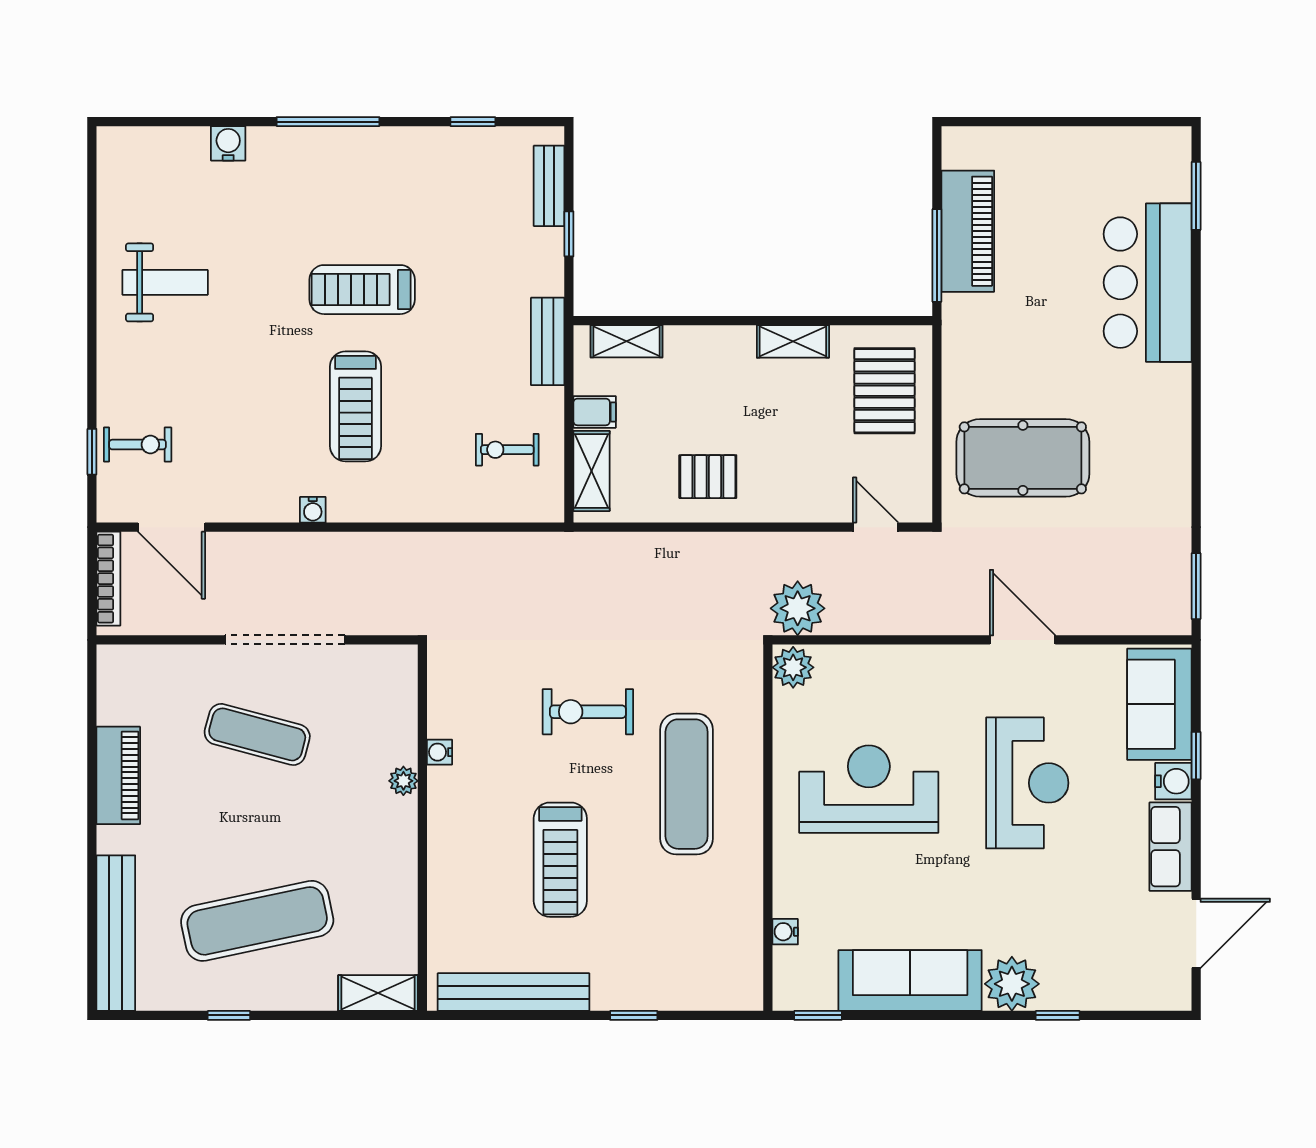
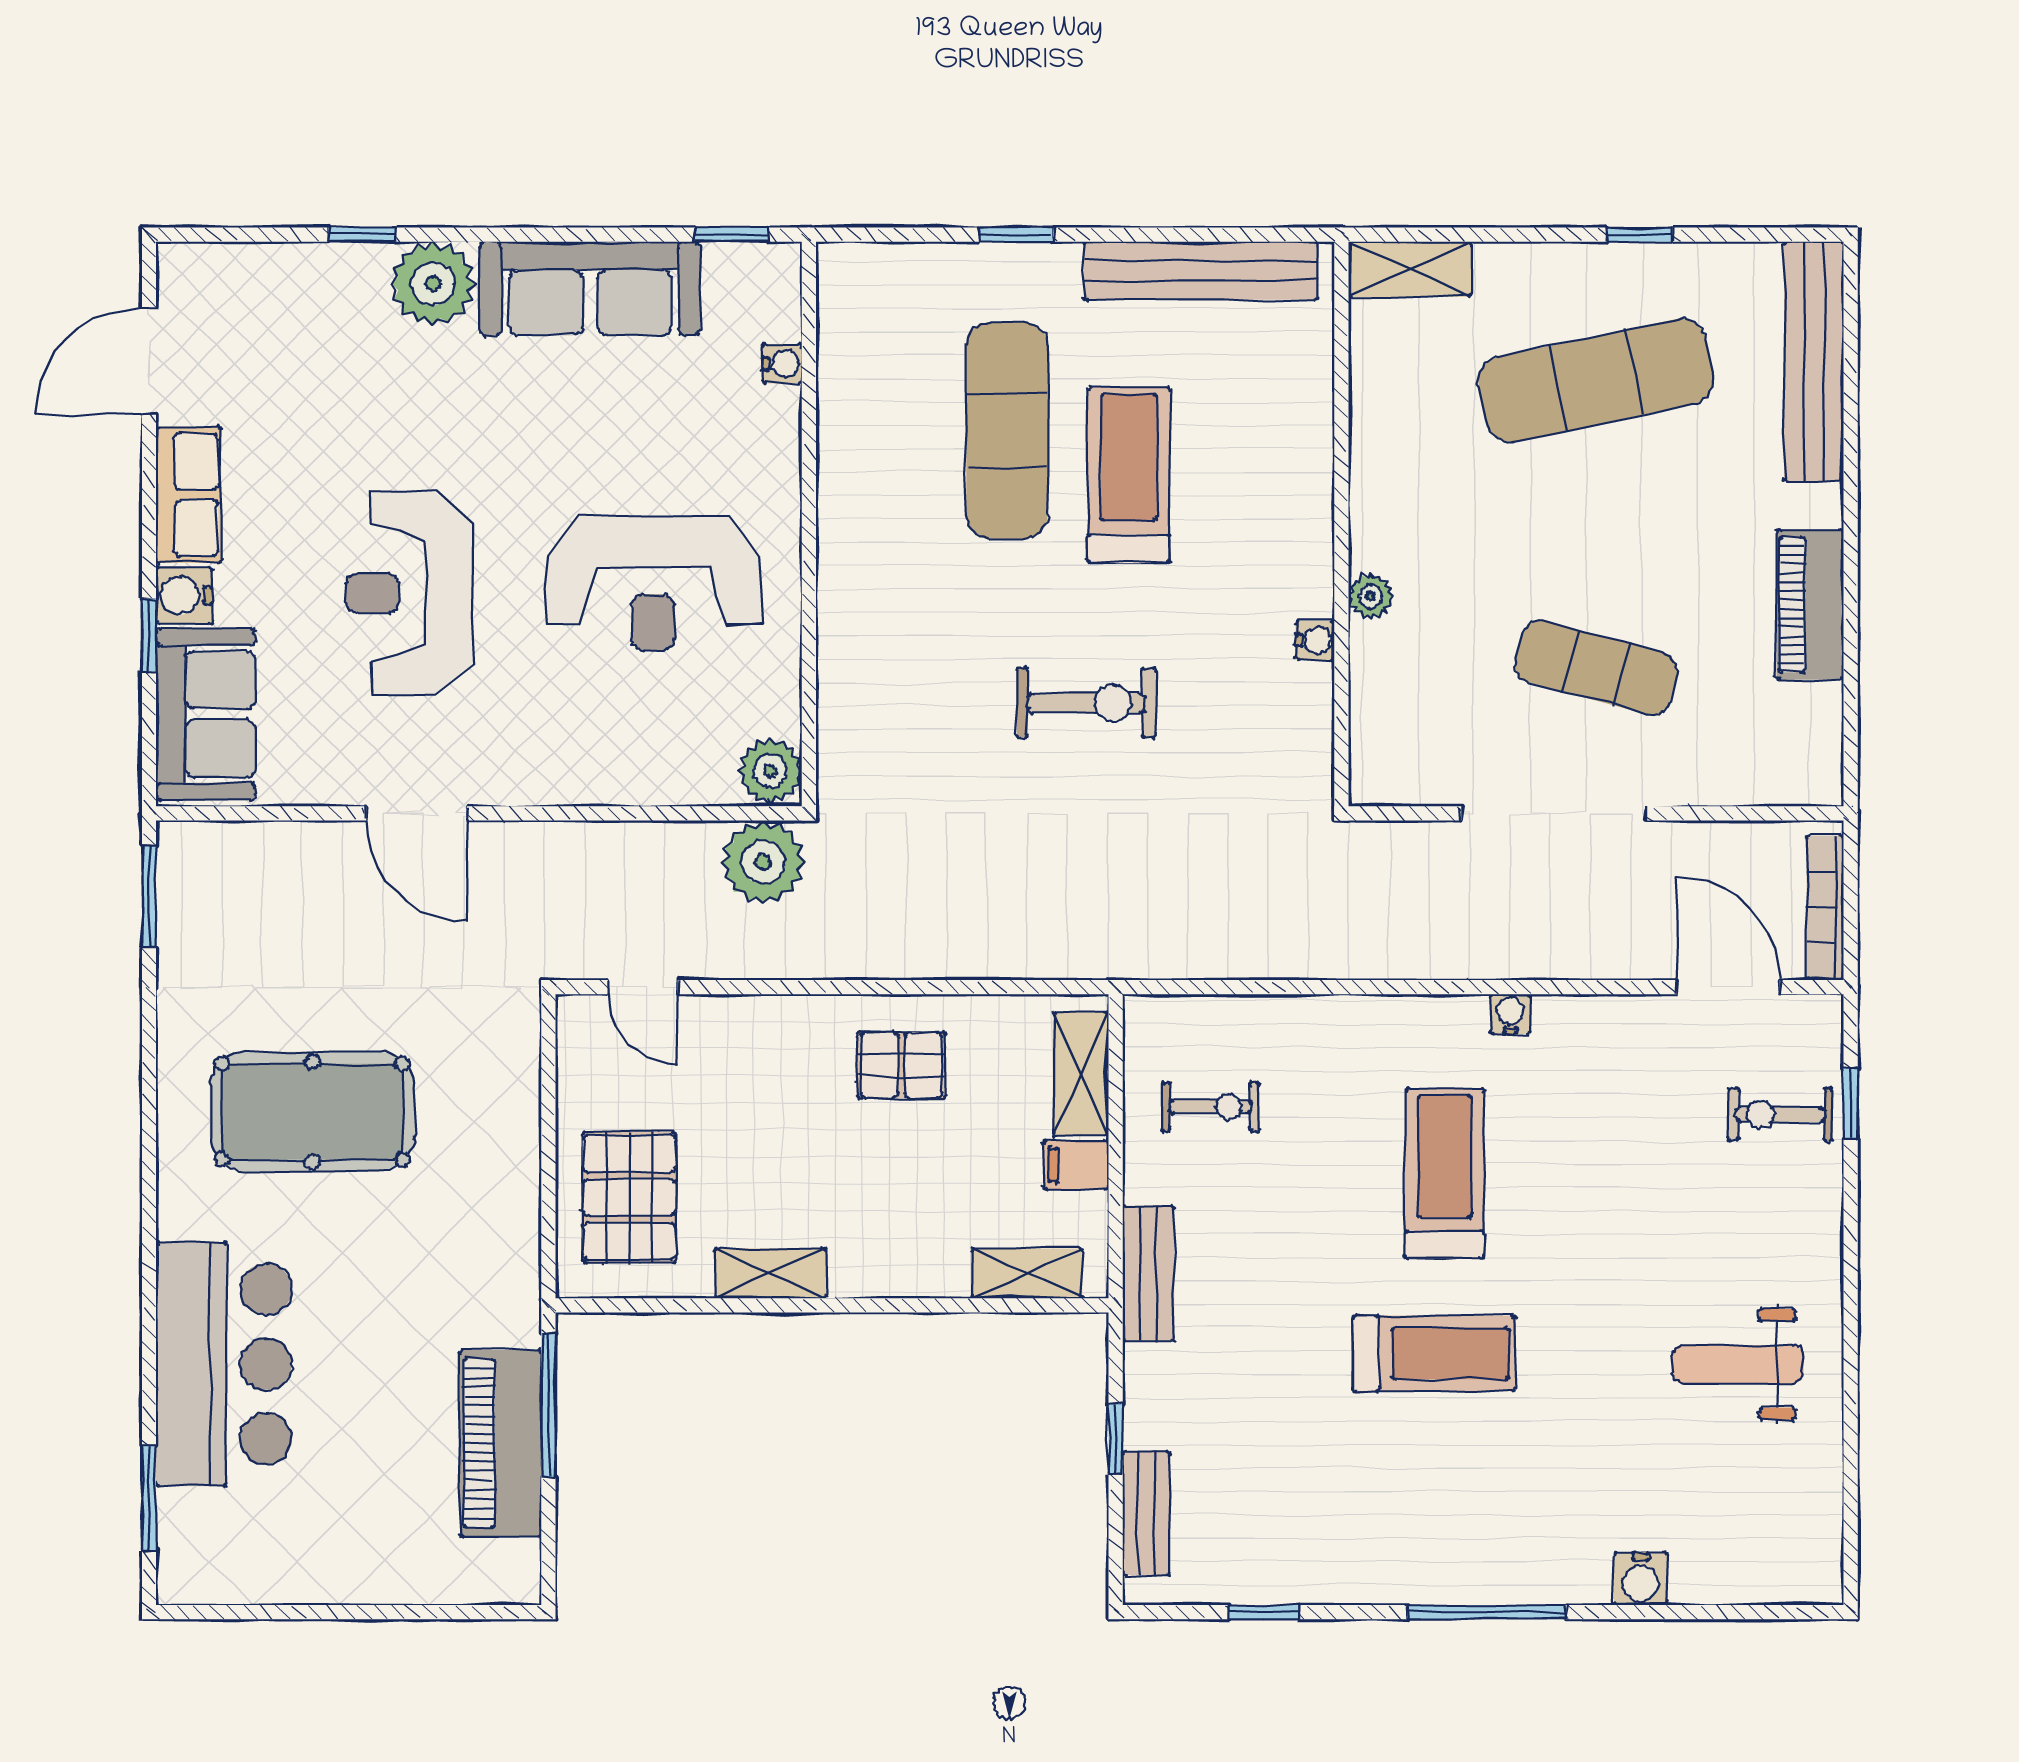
pool table: (1023, 458) -> (312, 1112), moved
exercise mat: (687, 784) -> (1007, 431), moved

